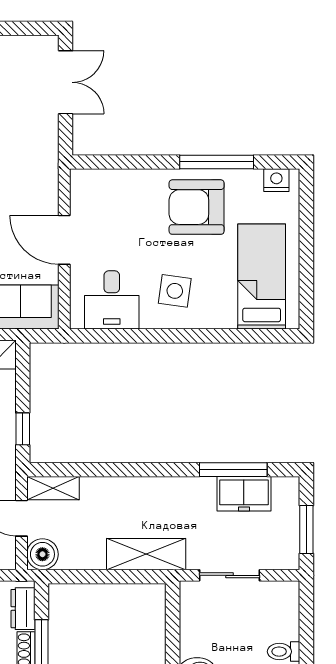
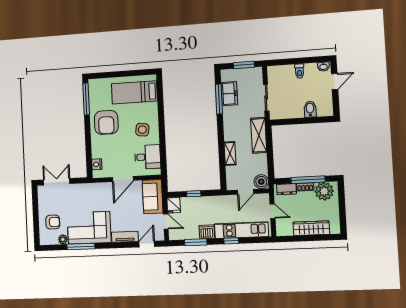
window: (217, 162) -> (86, 99), moved
nightstand: (276, 180) -> (97, 164), moved
window: (23, 429) -> (194, 194), moved
shelving: (53, 488) -> (230, 153), moved

